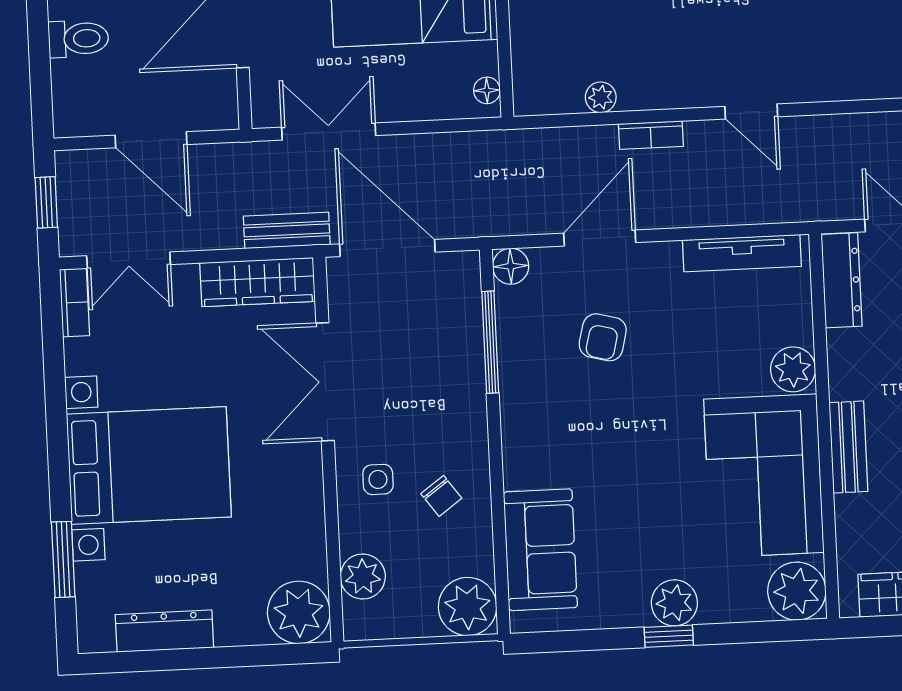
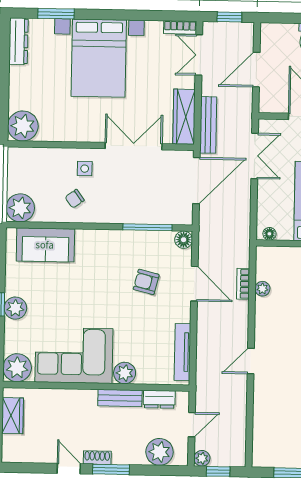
bookcase: (651, 135) -> (243, 284), moved
bench: (287, 230) -> (208, 125), width x1.36
dresser: (842, 280) -> (159, 399), width x0.70
bench: (848, 447) -> (120, 398), moved
plant: (363, 577) -> (38, 158), removed
dresser: (164, 631) -> (18, 41), moved

